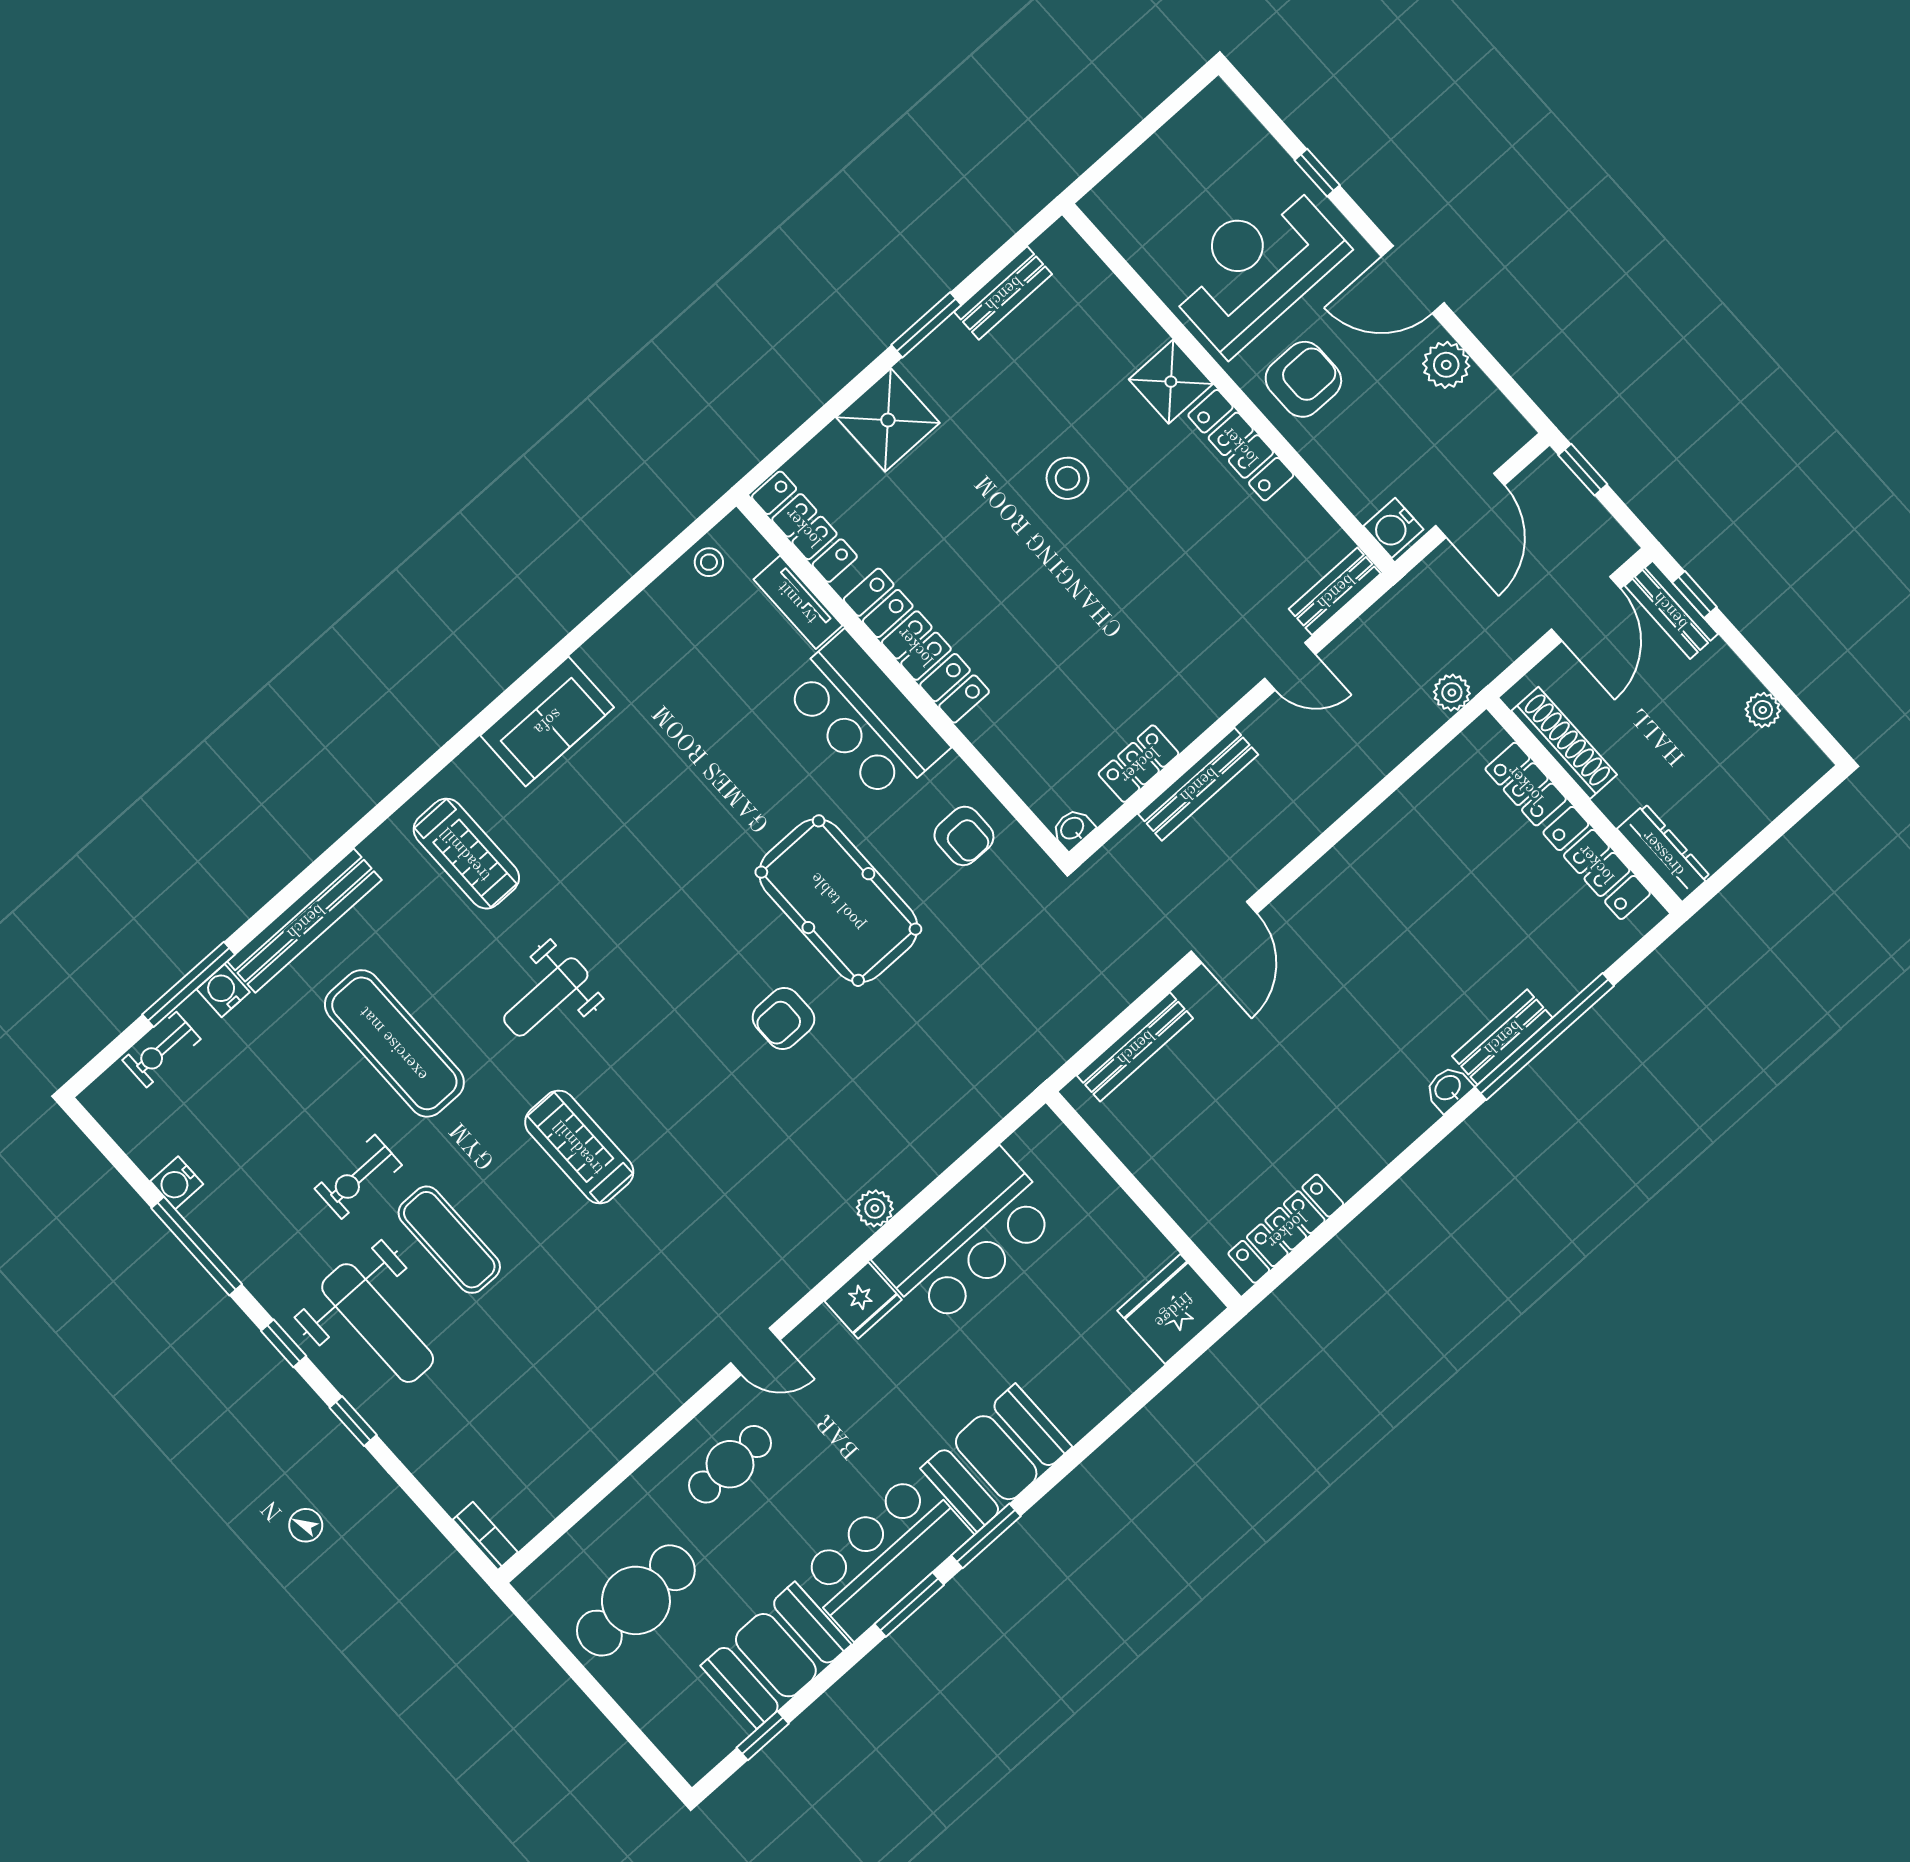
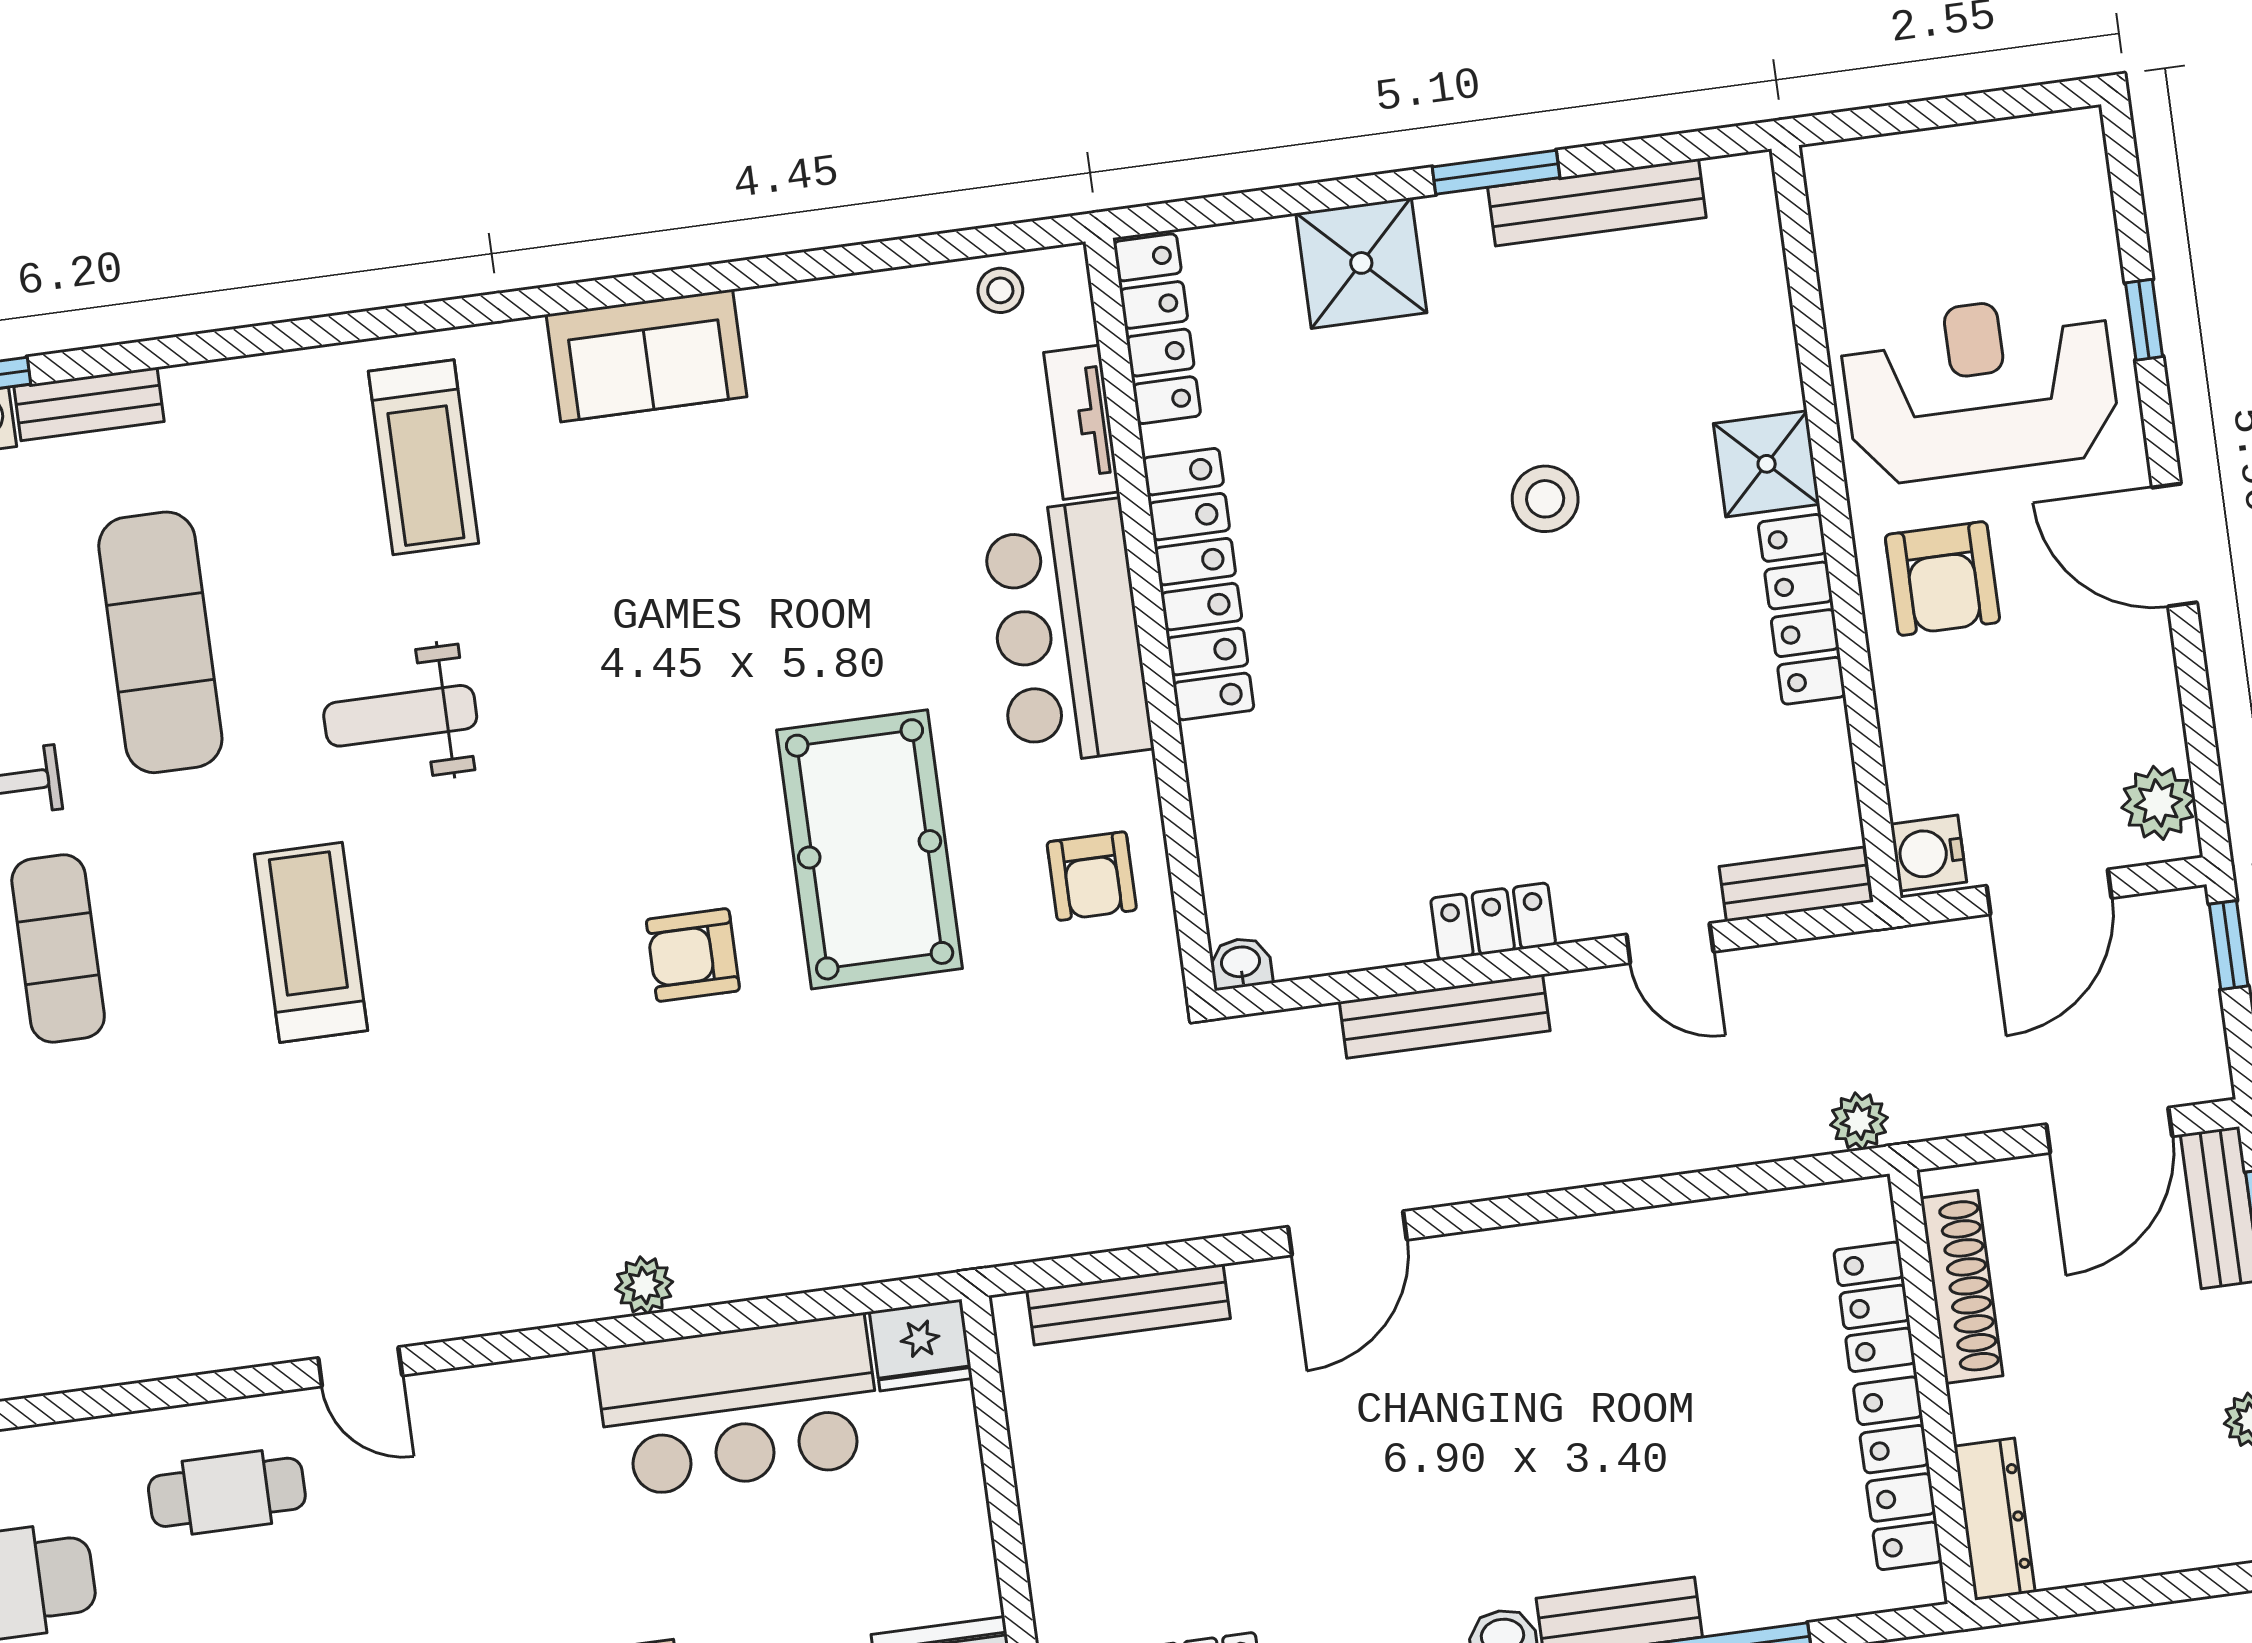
bench: (1003, 293) -> (1597, 202), width x1.36
plant: (1446, 365) -> (2158, 803), moved
armchair: (1303, 379) -> (1942, 579), turned 90
locker: (1139, 764) -> (1493, 922), moved
bench: (305, 921) -> (89, 404), width x0.54, depth x0.82
fridge: (863, 1300) -> (921, 1345), moved

